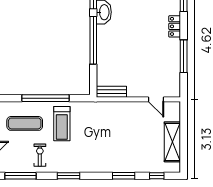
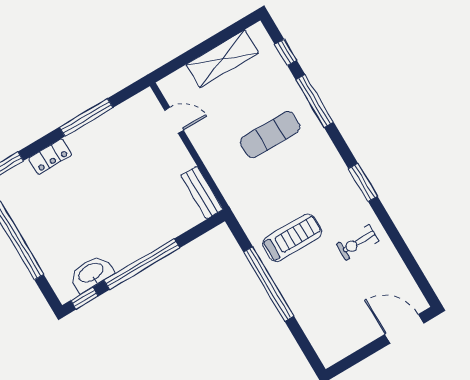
door: (156, 99) -> (174, 120), hinge flipped
exercise mat: (25, 123) -> (270, 135), moved, turned 90
window: (21, 176) -> (405, 253), removed
window: (124, 176) -> (315, 101), width x1.44

